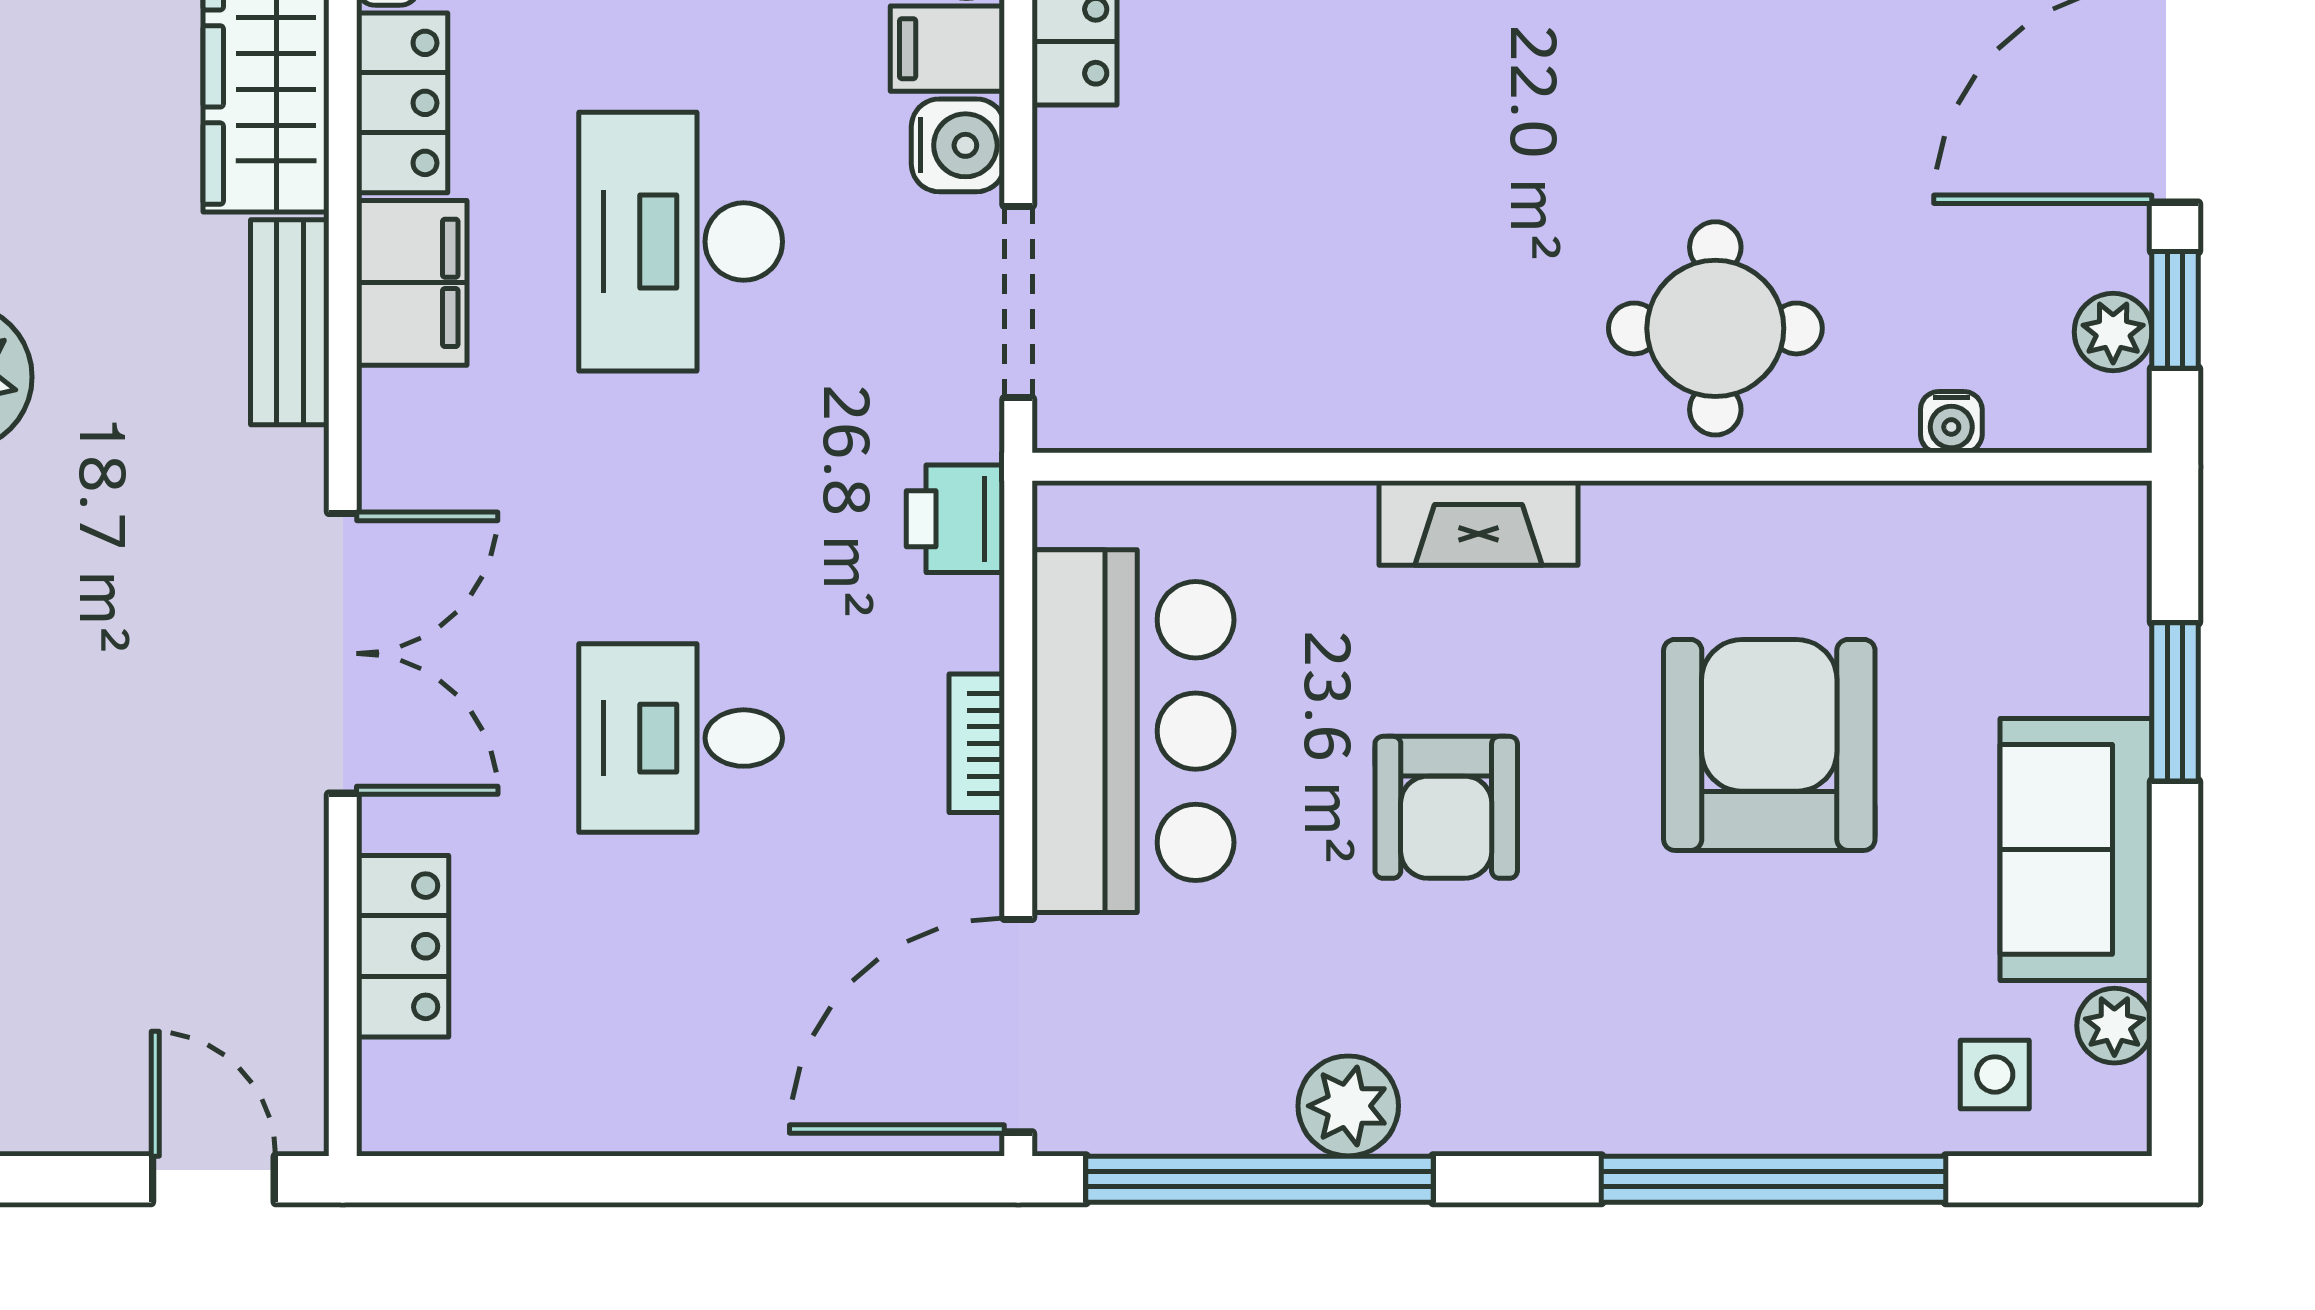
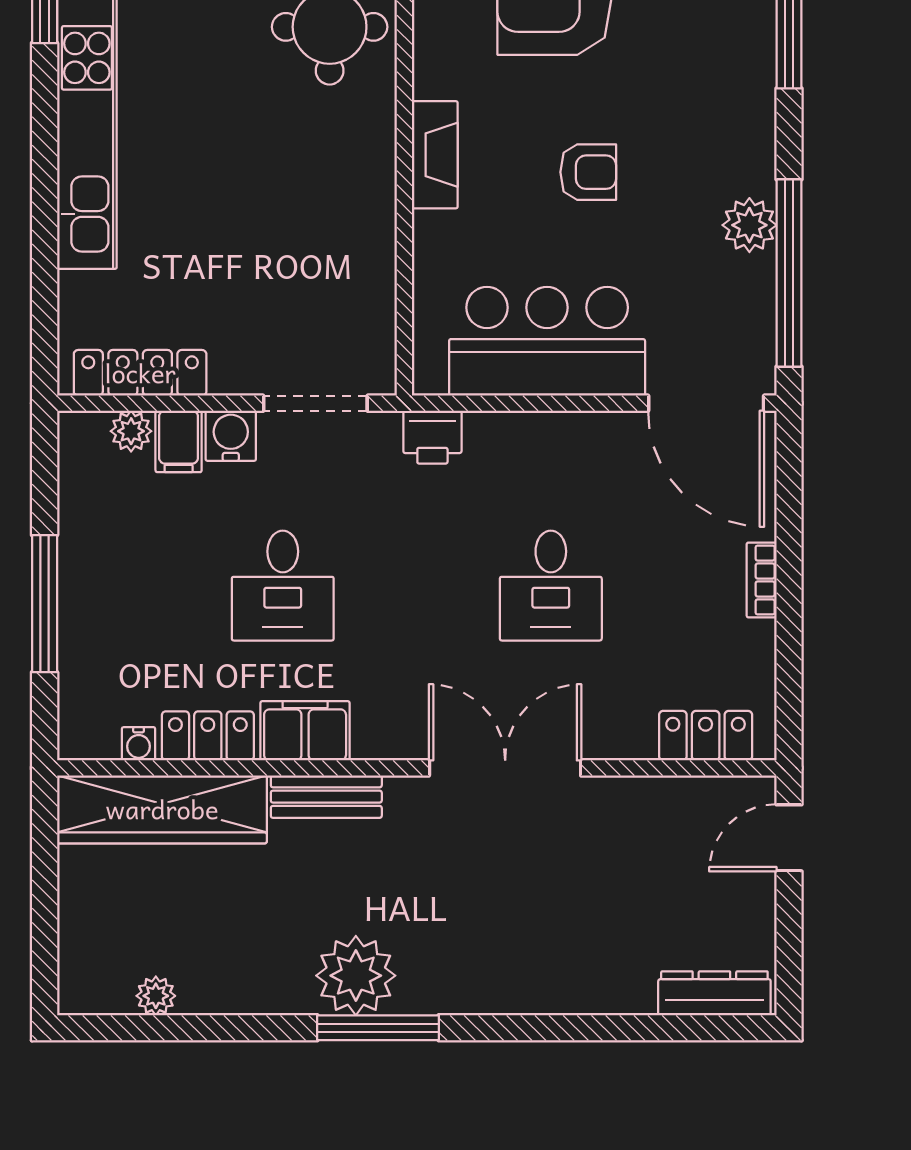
desk: (681, 242) -> (283, 586), width x0.73
bookcase: (977, 743) -> (762, 580), moved, turned 90
armchair: (1446, 807) -> (588, 172), width x0.72, depth x0.72
locker: (403, 946) -> (706, 736), moved

